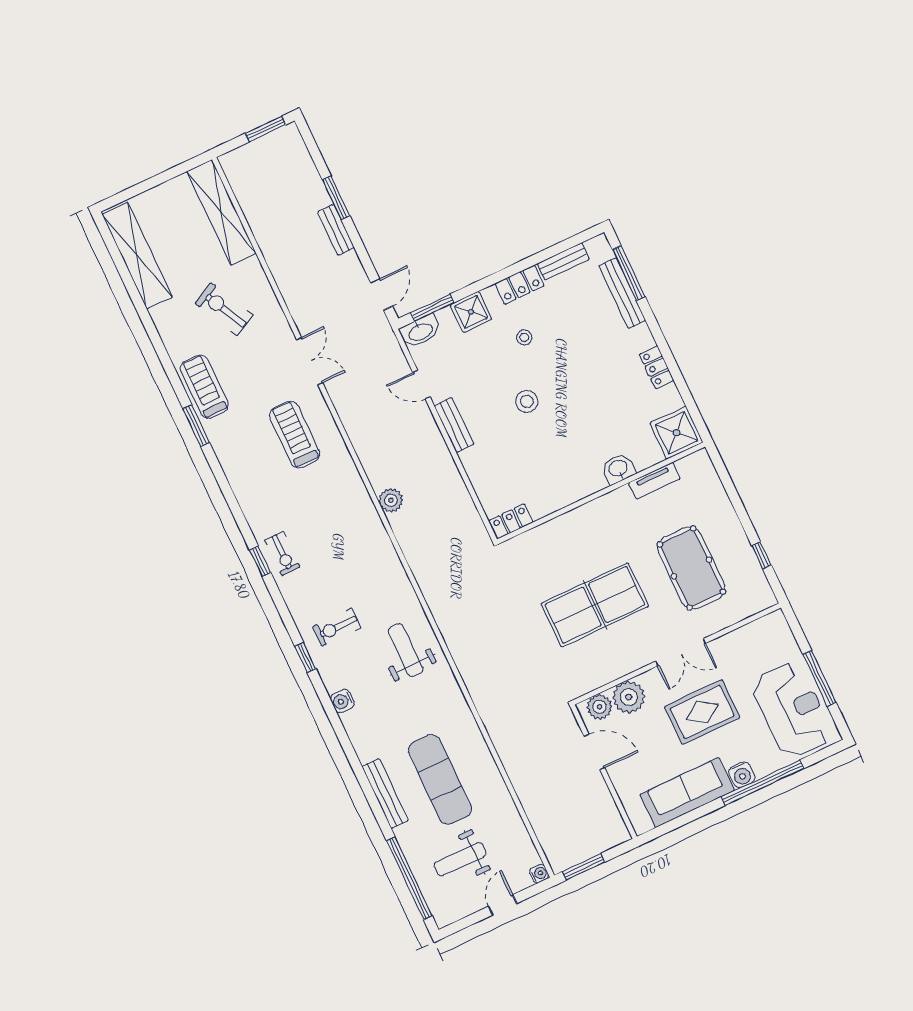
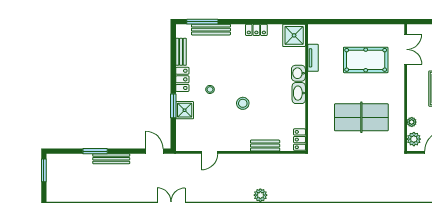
bench: (336, 230) -> (111, 159), width x1.36
window: (432, 308) -> (173, 106), moved
washbasin: (420, 331) -> (299, 93), moved, turned 180
bench: (454, 425) -> (265, 146), moved
window: (762, 555) -> (376, 22), removed
table tennis table: (595, 605) -> (361, 117), turned 90
double door: (681, 652) -> (406, 49), moved
plant: (629, 697) -> (412, 122), width x0.53, depth x0.53

